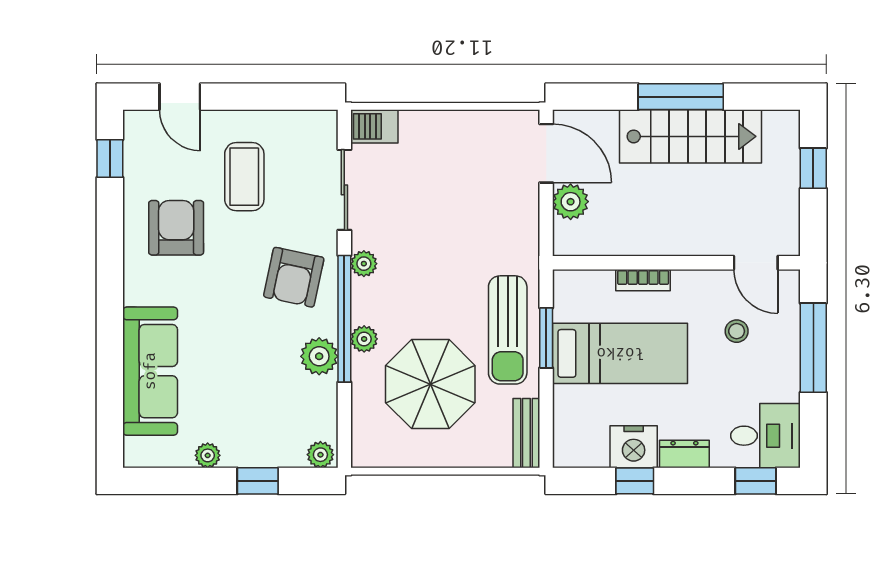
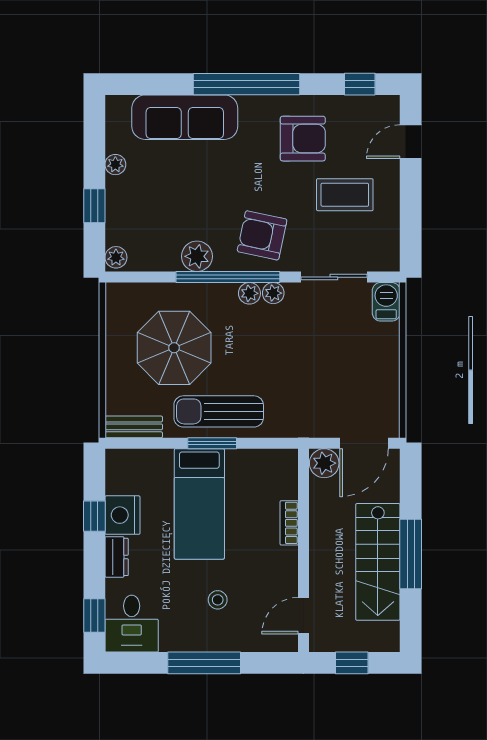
wall: (676, 263) -> (303, 550), moved
door: (756, 263) -> (303, 616), moved
bookcase: (643, 280) -> (289, 523), moved
window: (110, 296) -> (246, 84), added
plant: (364, 339) -> (249, 293), moved

